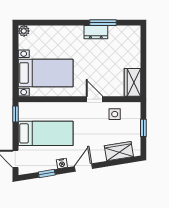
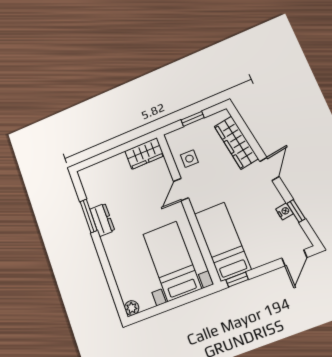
bed: (46, 133) -> (223, 242), moved
wardrobe: (119, 151) -> (236, 143), width x1.50
nightstand: (62, 164) -> (284, 211), moved
door: (83, 168) -> (269, 169), swing flipped

